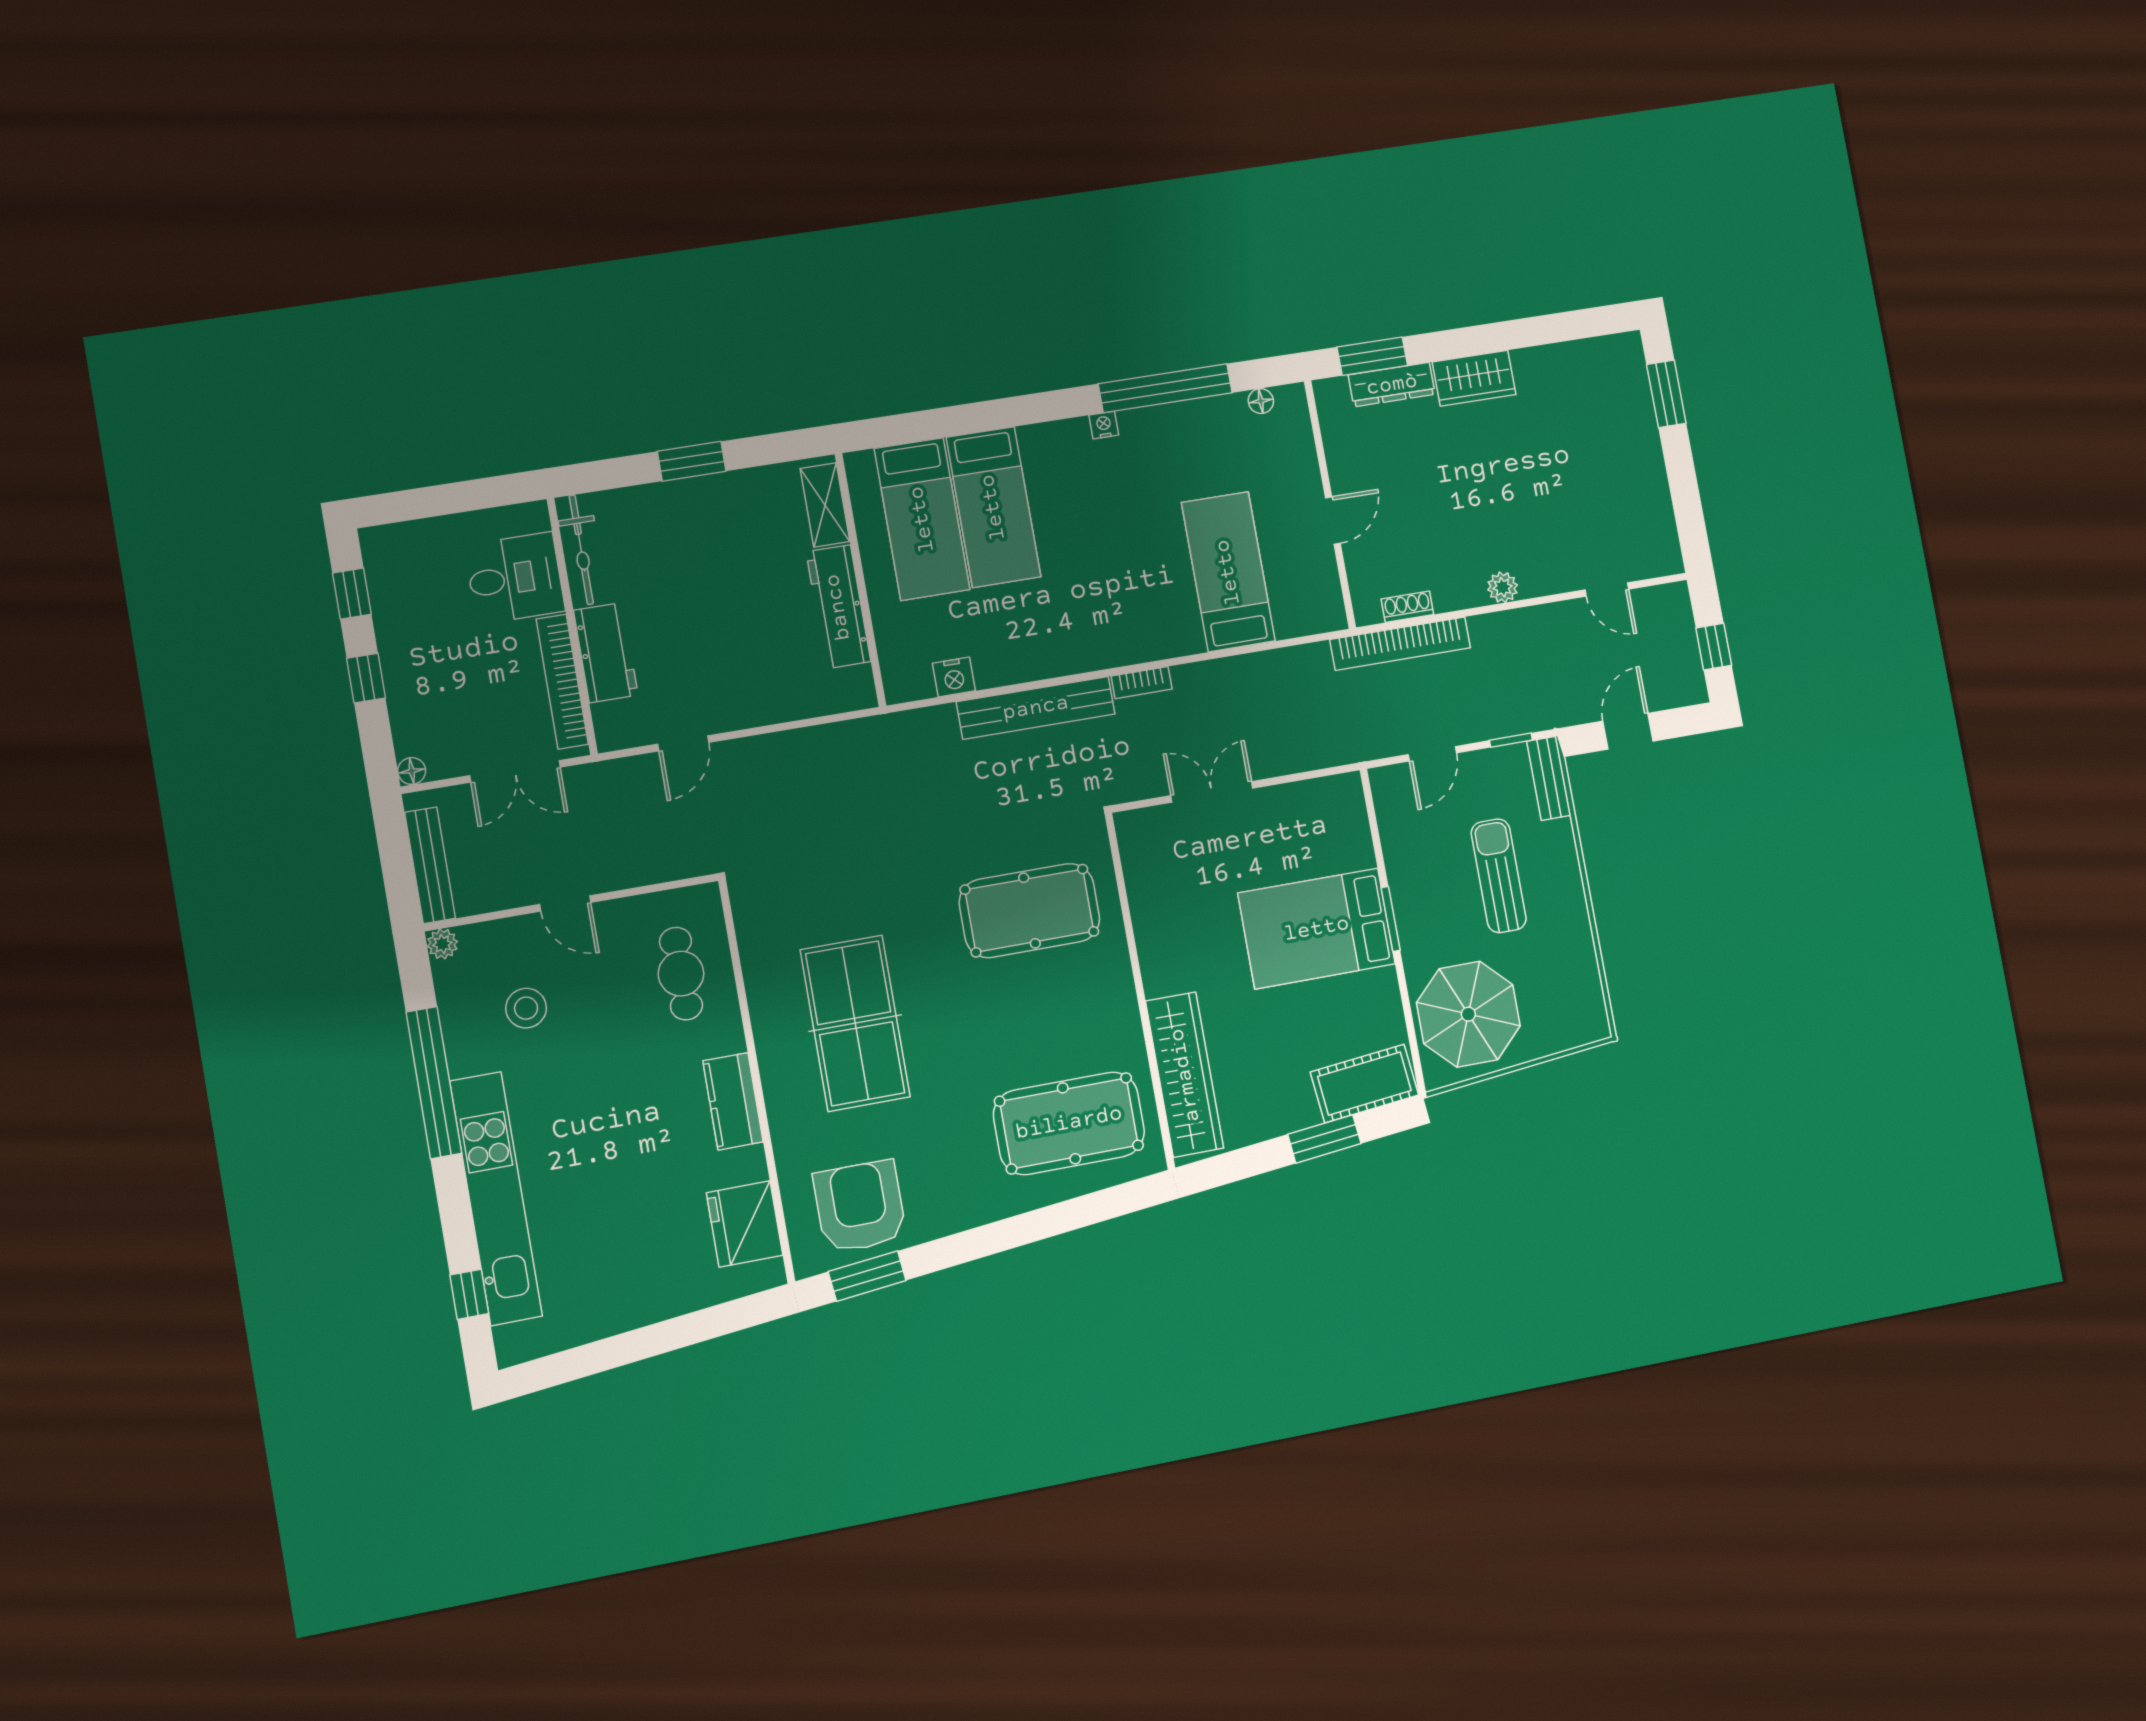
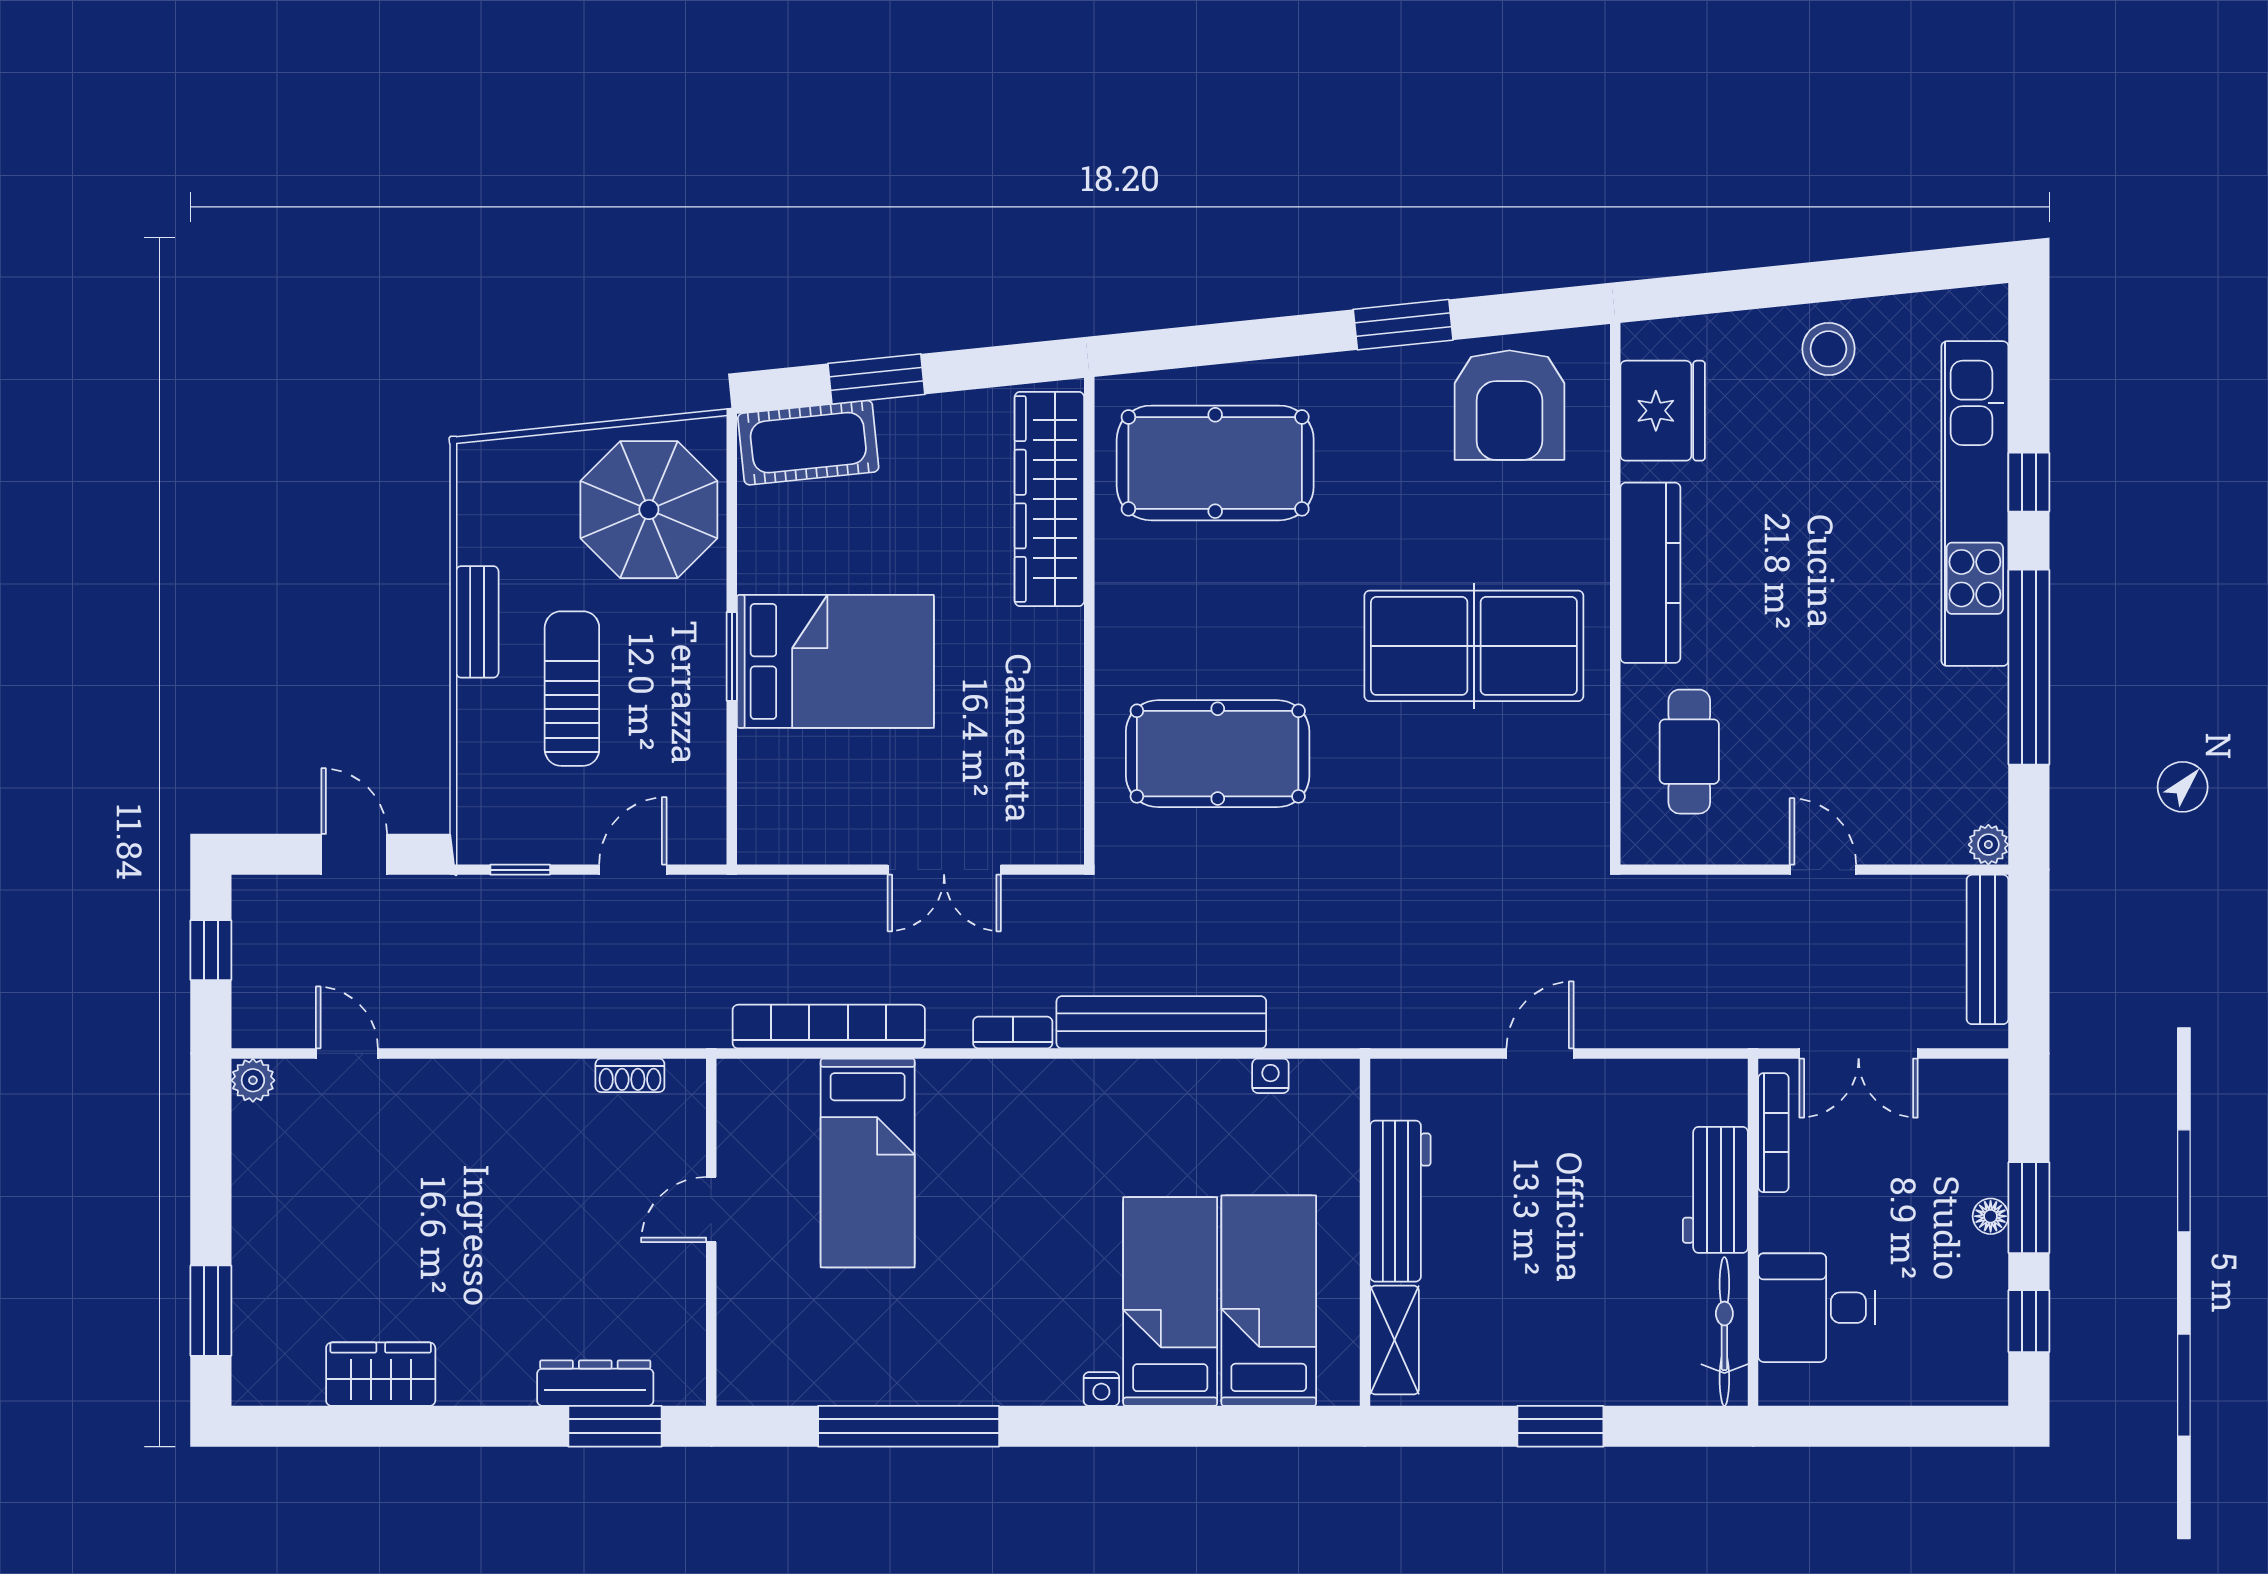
wardrobe: (1474, 378) -> (381, 1374), moved
floor lamp: (1261, 401) -> (781, 1388), removed
nightstand: (1104, 425) -> (1101, 1389), moved
plant: (1503, 587) -> (253, 1080), moved
bookcase: (1400, 644) -> (829, 1027), moved
nightstand: (954, 677) -> (1270, 1076), width x0.72, depth x0.74
window: (366, 678) -> (2029, 1208), width x1.50
bookcase: (562, 682) -> (1773, 1133), width x0.68, depth x0.76
door: (1628, 731) -> (354, 854), swing flipped
door: (683, 743) -> (1540, 1053), moved
floor lamp: (412, 771) -> (1991, 1216), moved
double door: (515, 771) -> (1859, 1053), swing flipped
bench: (1549, 778) -> (477, 622), moved
sun lounger: (1499, 876) -> (572, 689), turned 180
stool: (526, 1008) -> (1828, 349), moved
table tennis table: (855, 1023) -> (1474, 646), turned 90
kitchen counter: (733, 1101) -> (1650, 573), width x1.50
window: (867, 1276) -> (1403, 325), moved
window: (469, 1294) -> (2029, 482), moved

